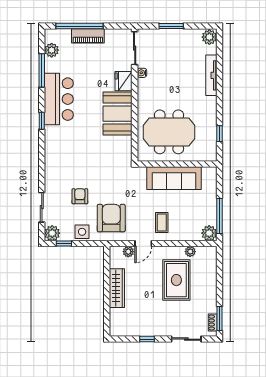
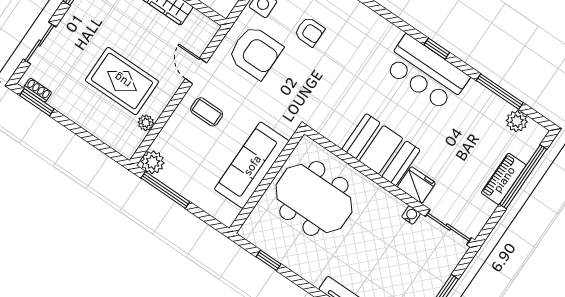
bar counter: (59, 99) -> (426, 73), moved
meeting table: (169, 132) -> (314, 198), turned 90
plant: (128, 252) -> (199, 45), removed

